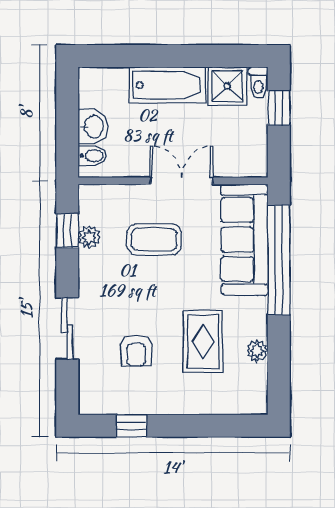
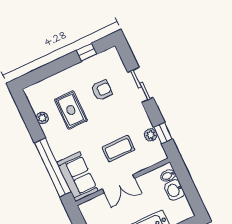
sofa: (244, 240) -> (78, 177), width x0.73
armchair: (136, 350) -> (102, 90), turned 90

